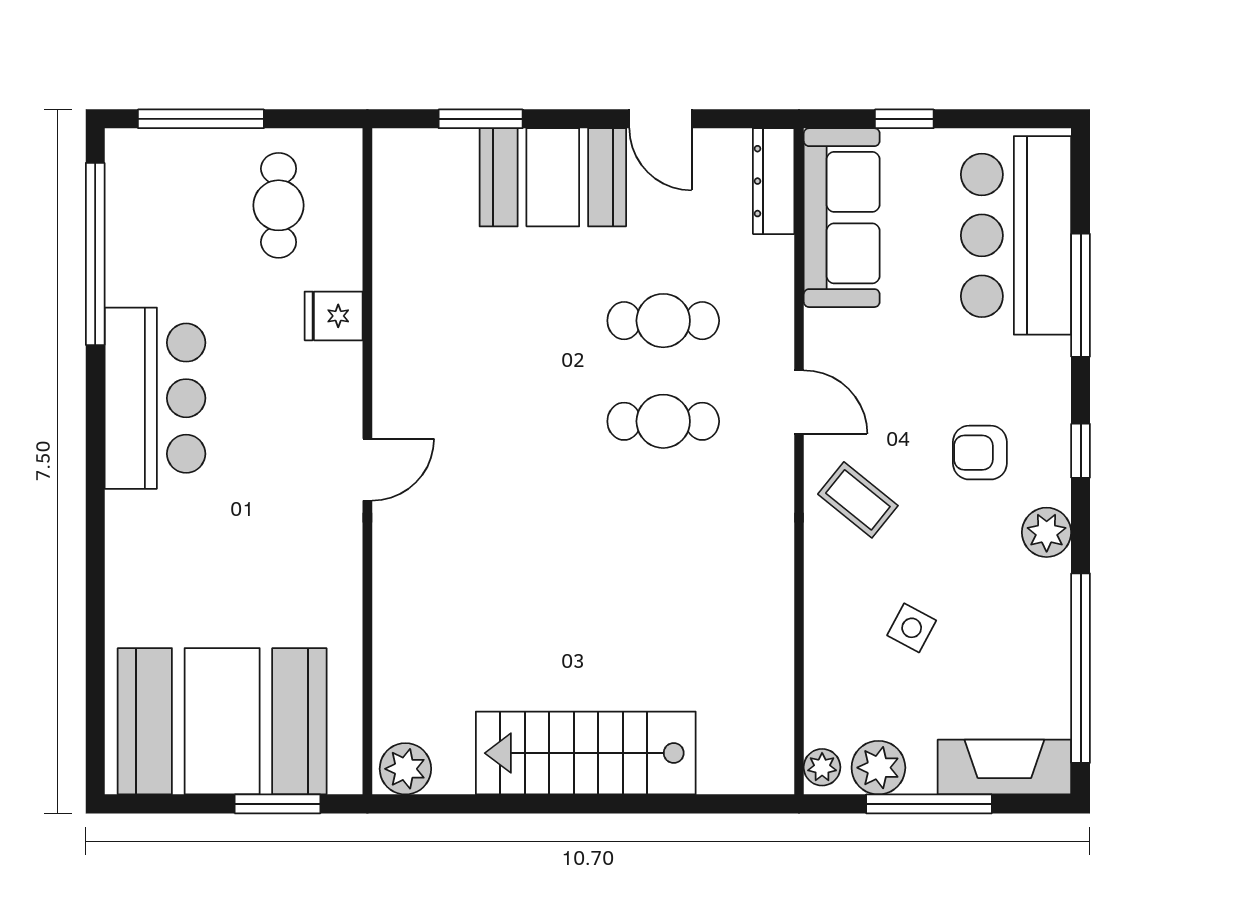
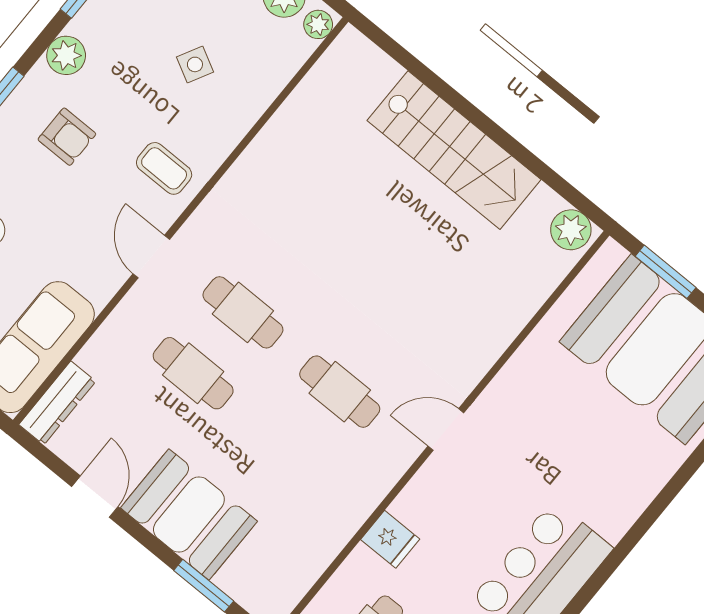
cafe table: (503, 421) -> (340, 392), added
coffee table: (858, 500) -> (164, 168), turned -39

